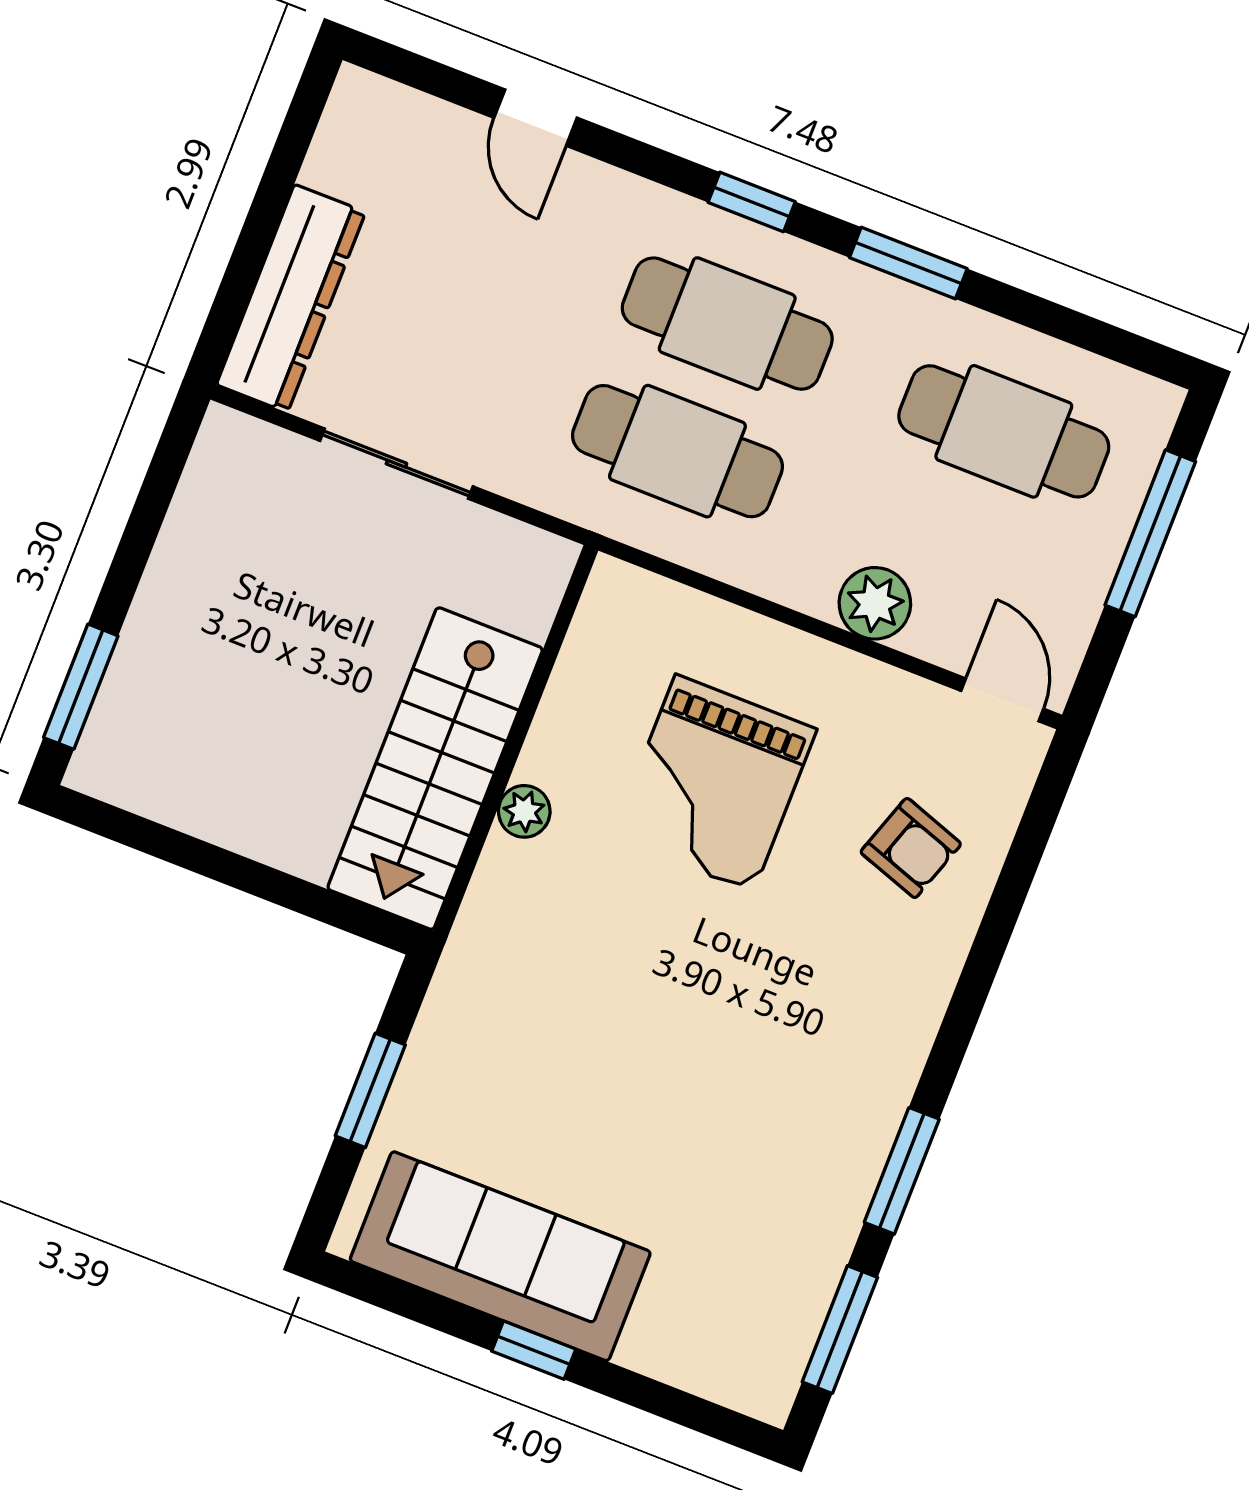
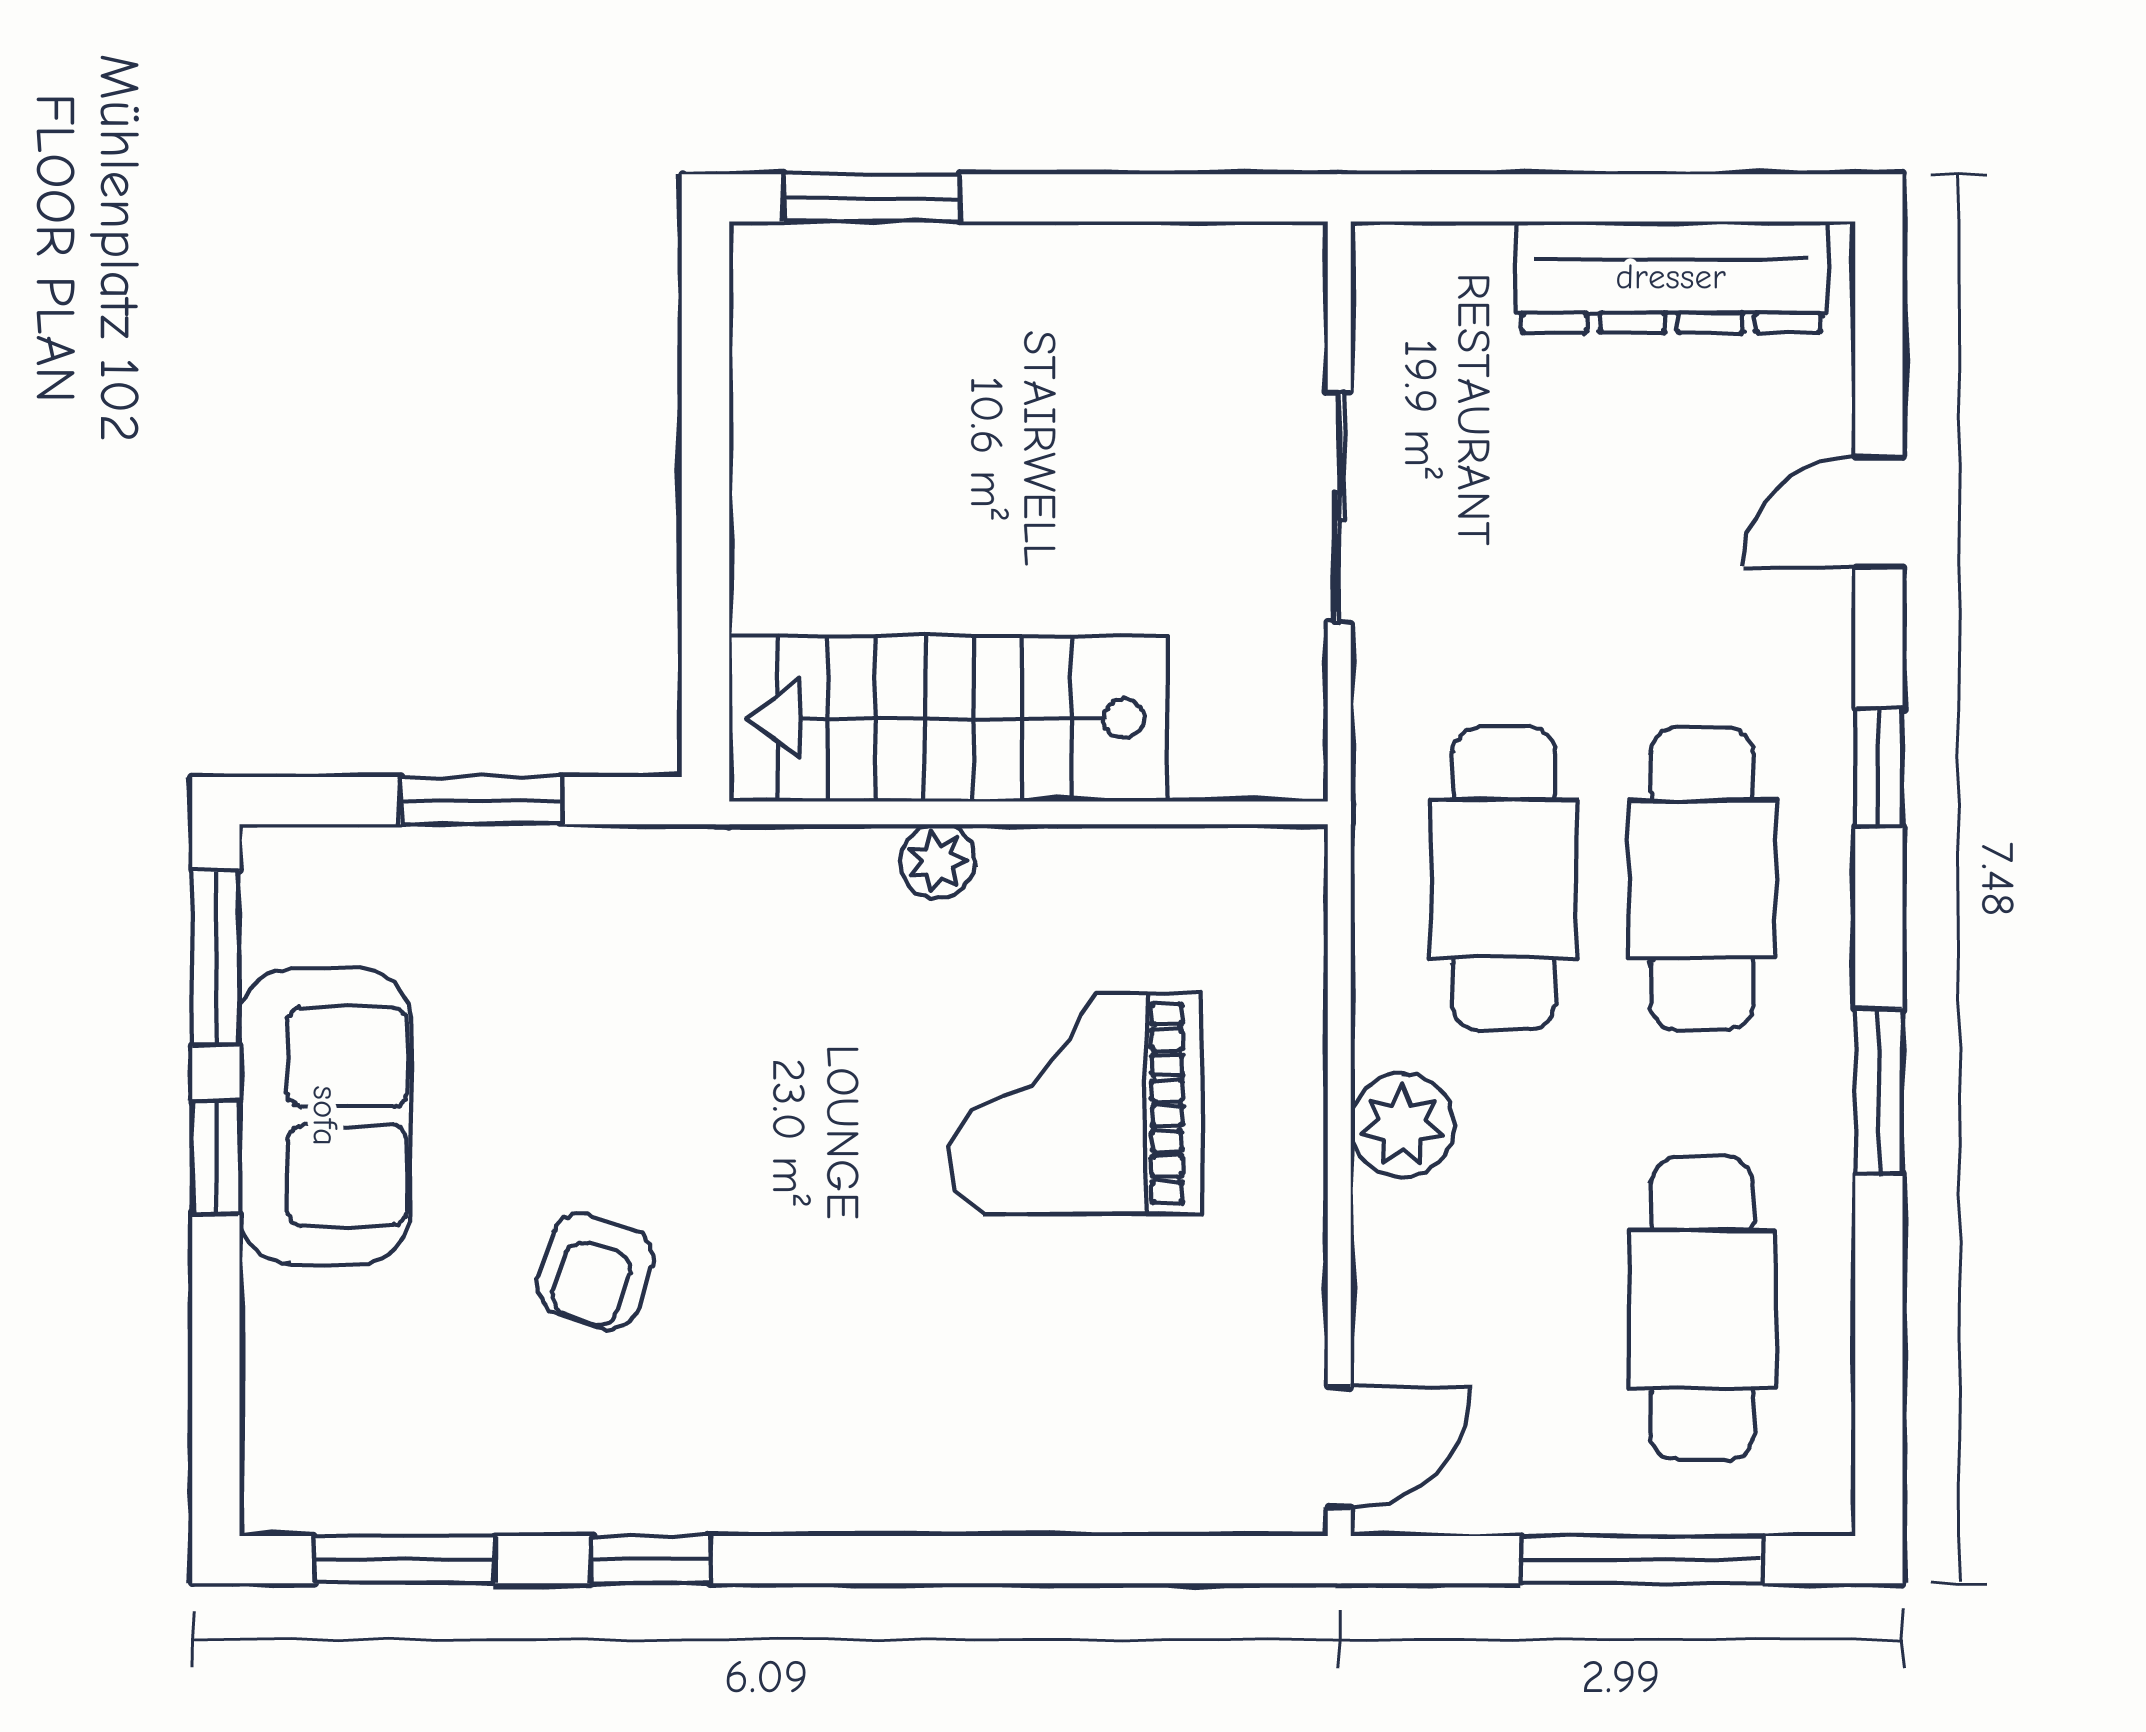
window: (752, 202) -> (1879, 767), moved
dresser: (291, 298) -> (1671, 277), moved
plant: (875, 603) -> (1402, 1125), moved
armchair: (911, 848) -> (595, 1271), moved
window: (902, 1171) -> (651, 1560), width x0.67
sofa: (500, 1256) -> (325, 1116), width x0.73
window: (405, 1300) -> (216, 958), added

